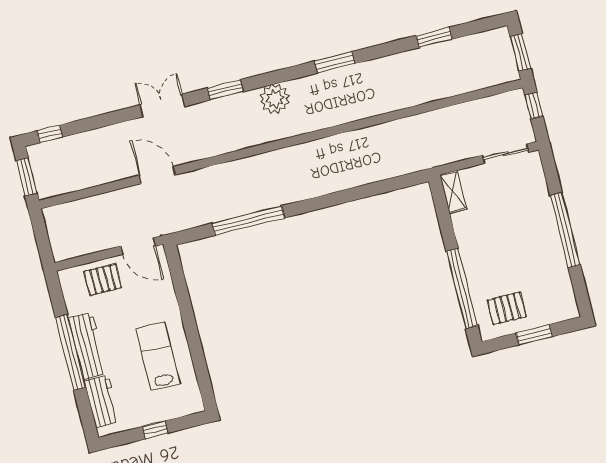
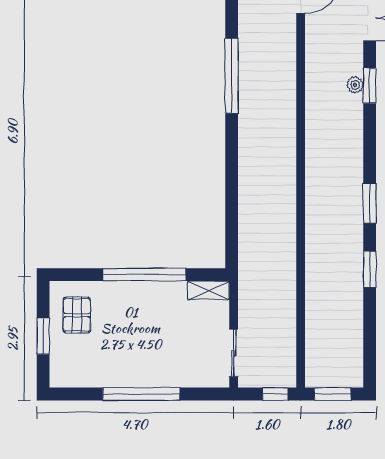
window: (434, 37) -> (370, 269), moved
plant: (275, 99) -> (355, 85), moved, width x0.53, depth x0.53
window: (462, 288) -> (145, 275), moved

